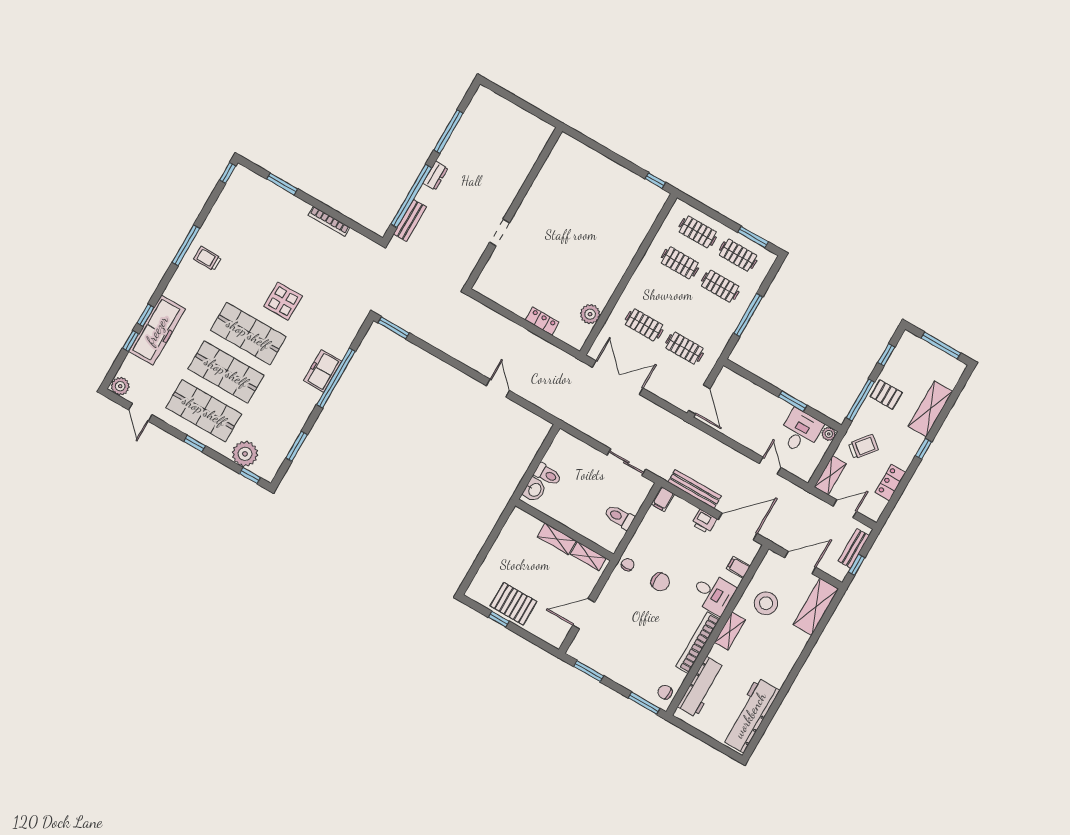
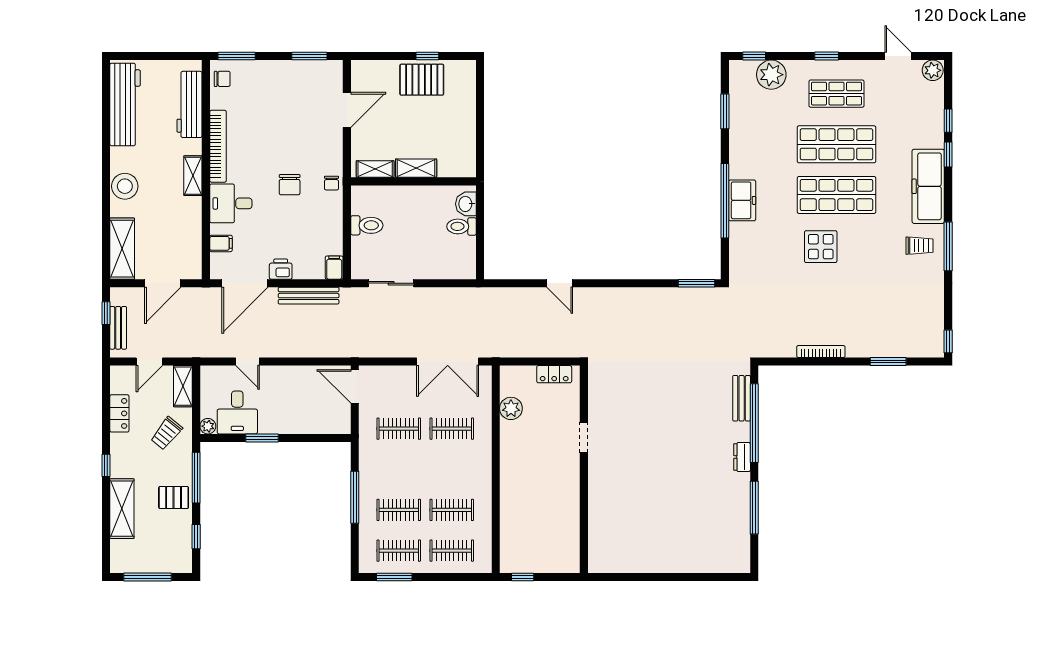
wall: (514, 208) -> (584, 469), moved
doorway: (500, 232) -> (584, 437), moved
freezer: (157, 330) -> (928, 186), moved
shop shelf: (204, 411) -> (836, 94), width x0.70, depth x0.74
chair: (660, 582) -> (290, 185), turned -94
stool: (766, 603) -> (125, 186), moved

